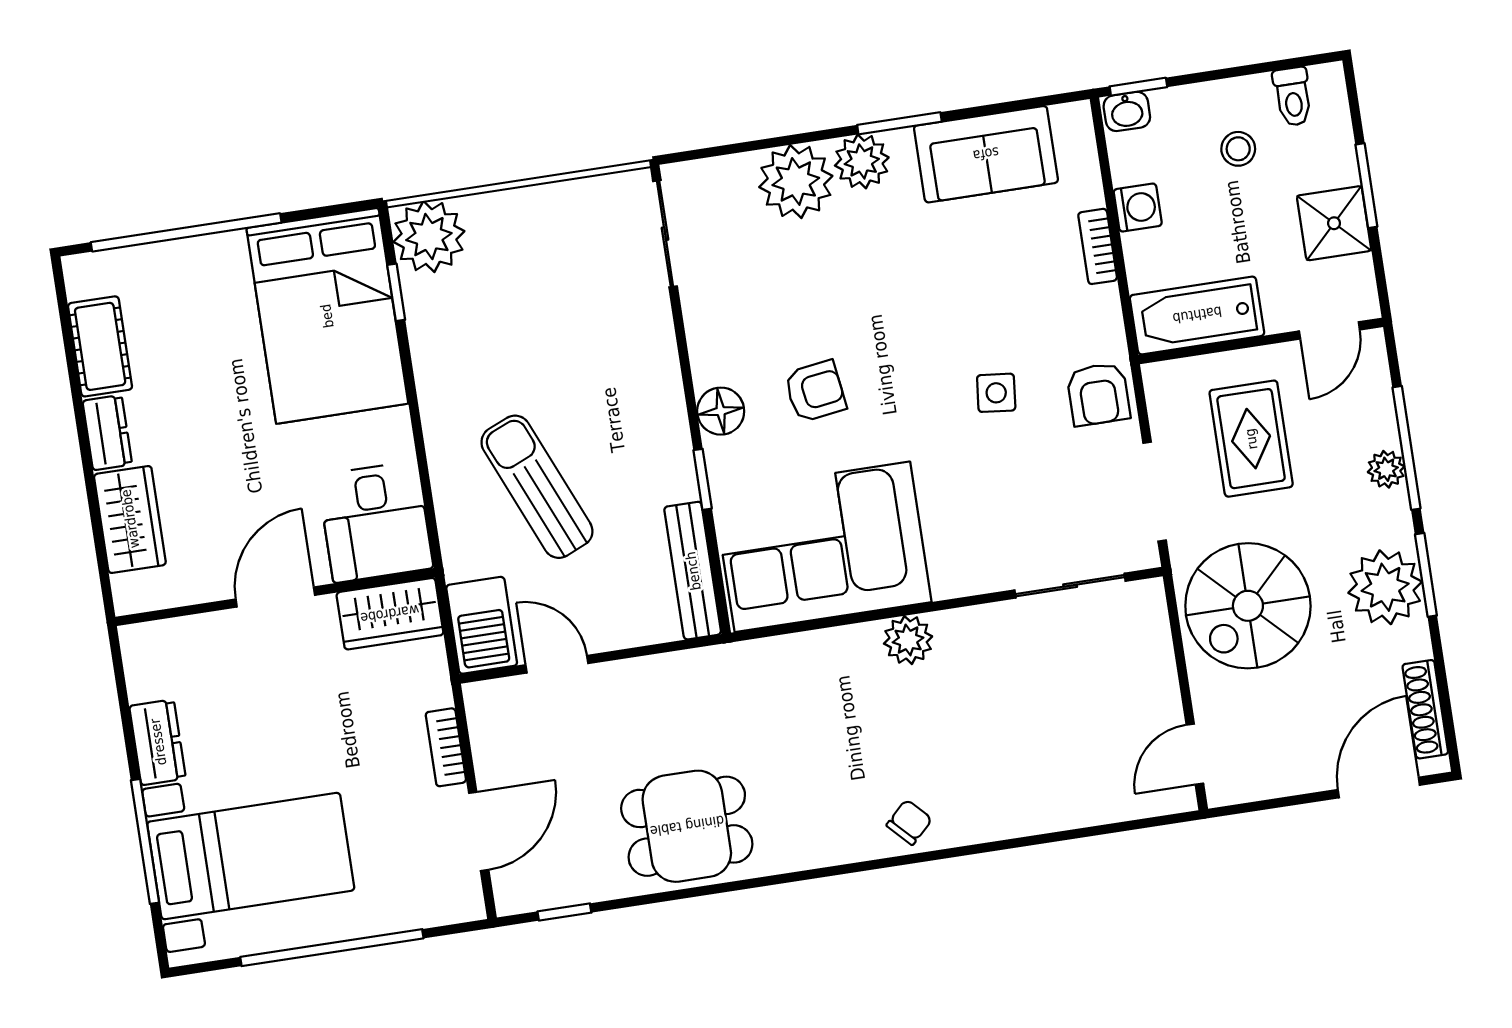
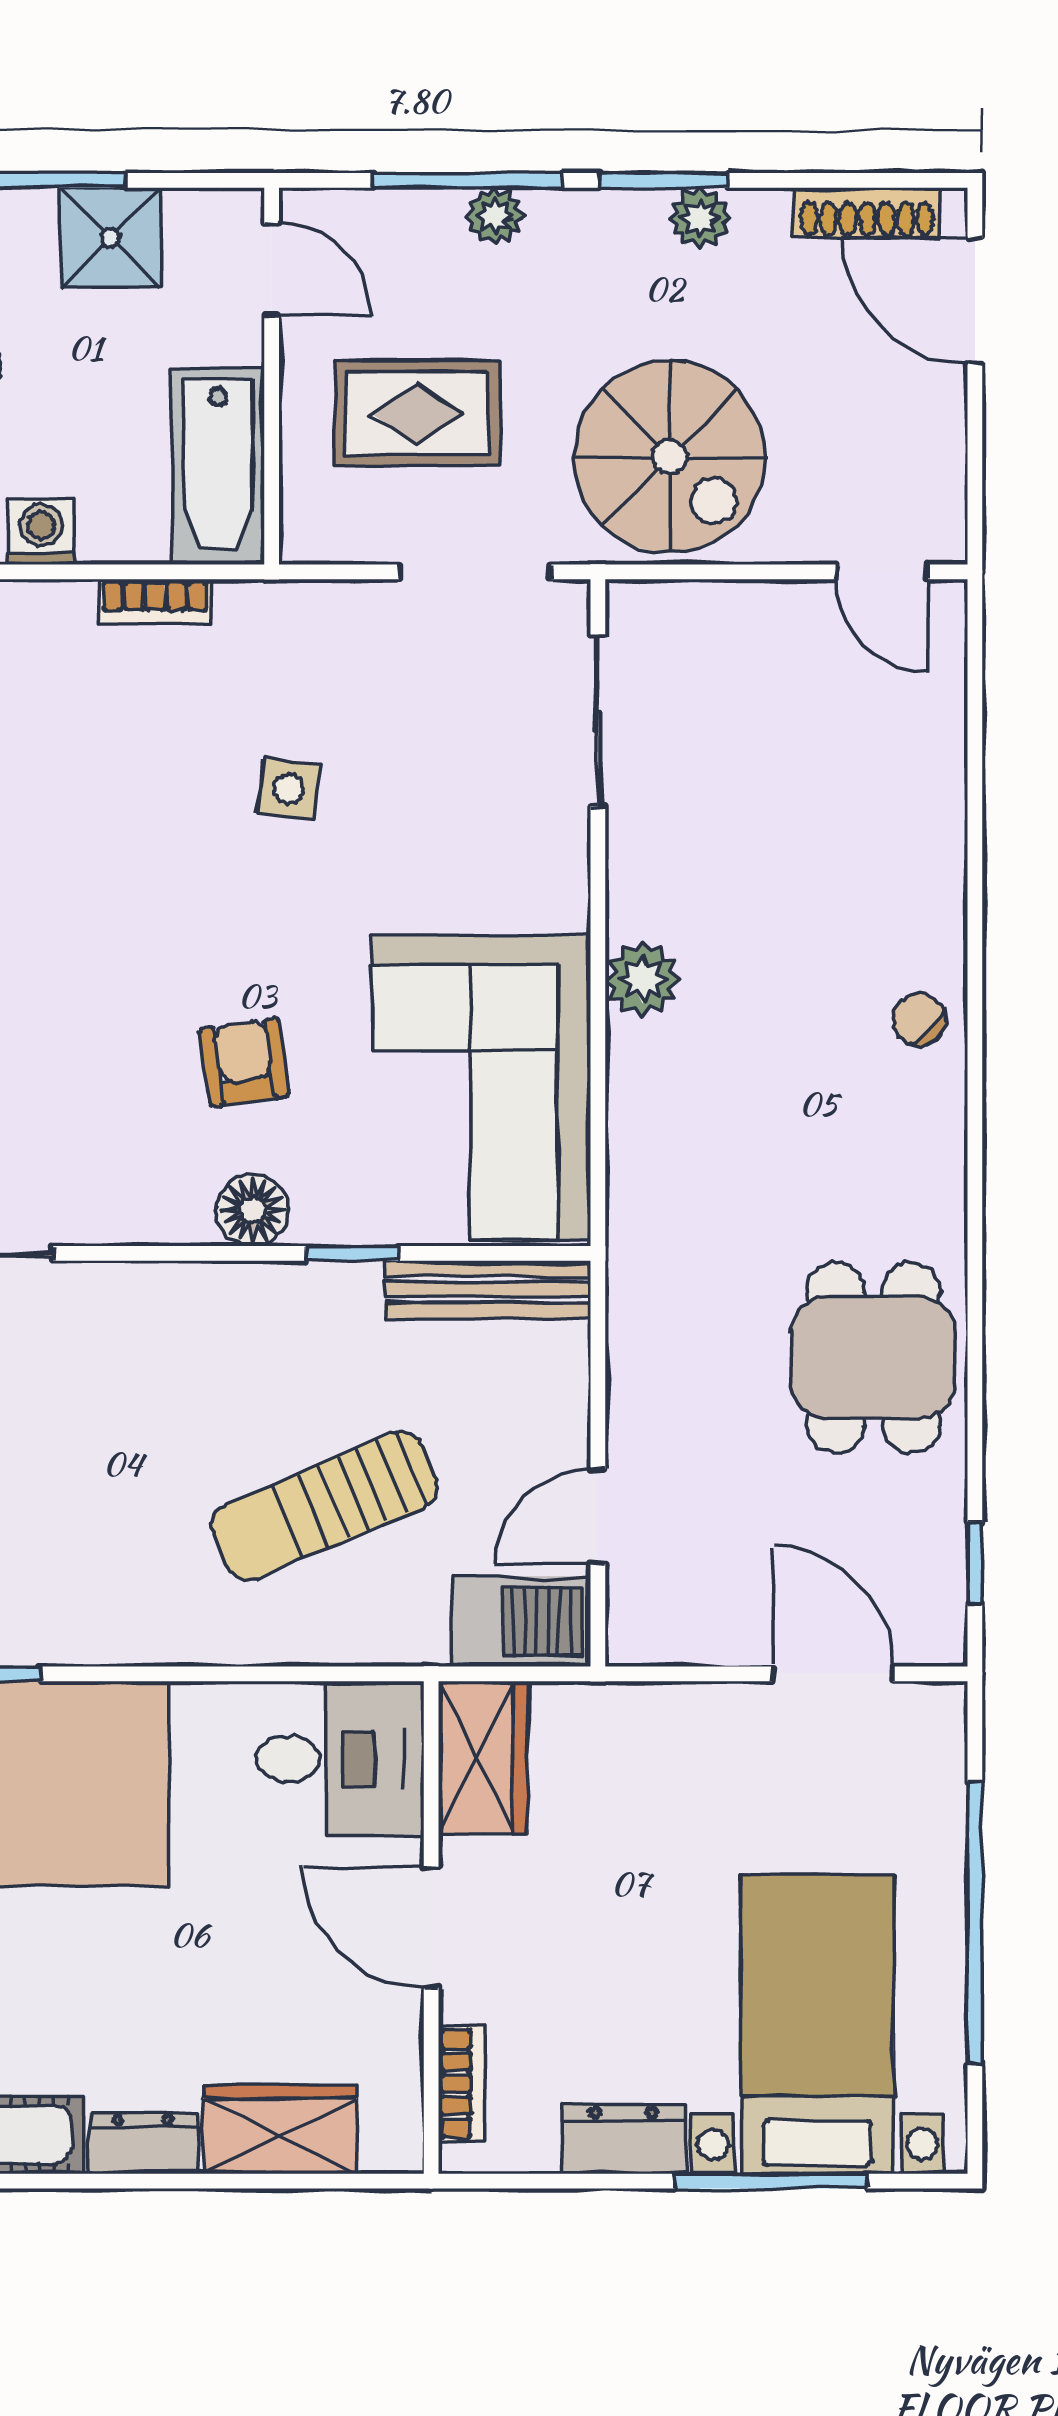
bookcase: (1098, 246) -> (155, 601), moved
armchair: (1098, 394) -> (315, 634), removed
plant: (1385, 587) -> (700, 218), width x0.53, depth x0.53
bookcase: (446, 747) -> (461, 2084), moved, turned -90

